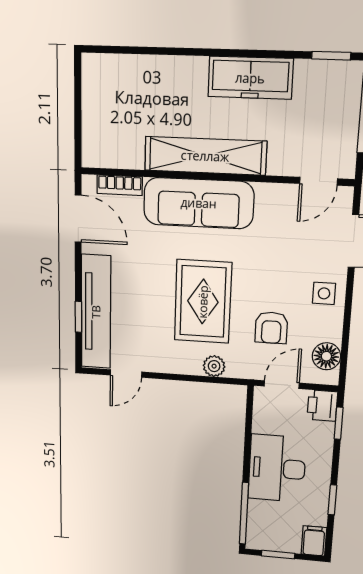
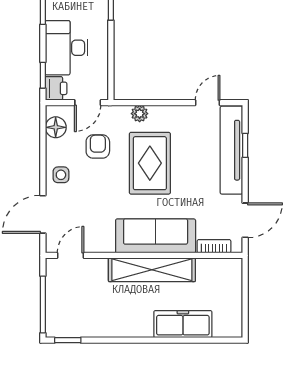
freezer: (250, 78) -> (183, 324), moved
door: (78, 219) -> (245, 220), swing flipped
desk: (277, 468) -> (67, 48), moved, turned 180

